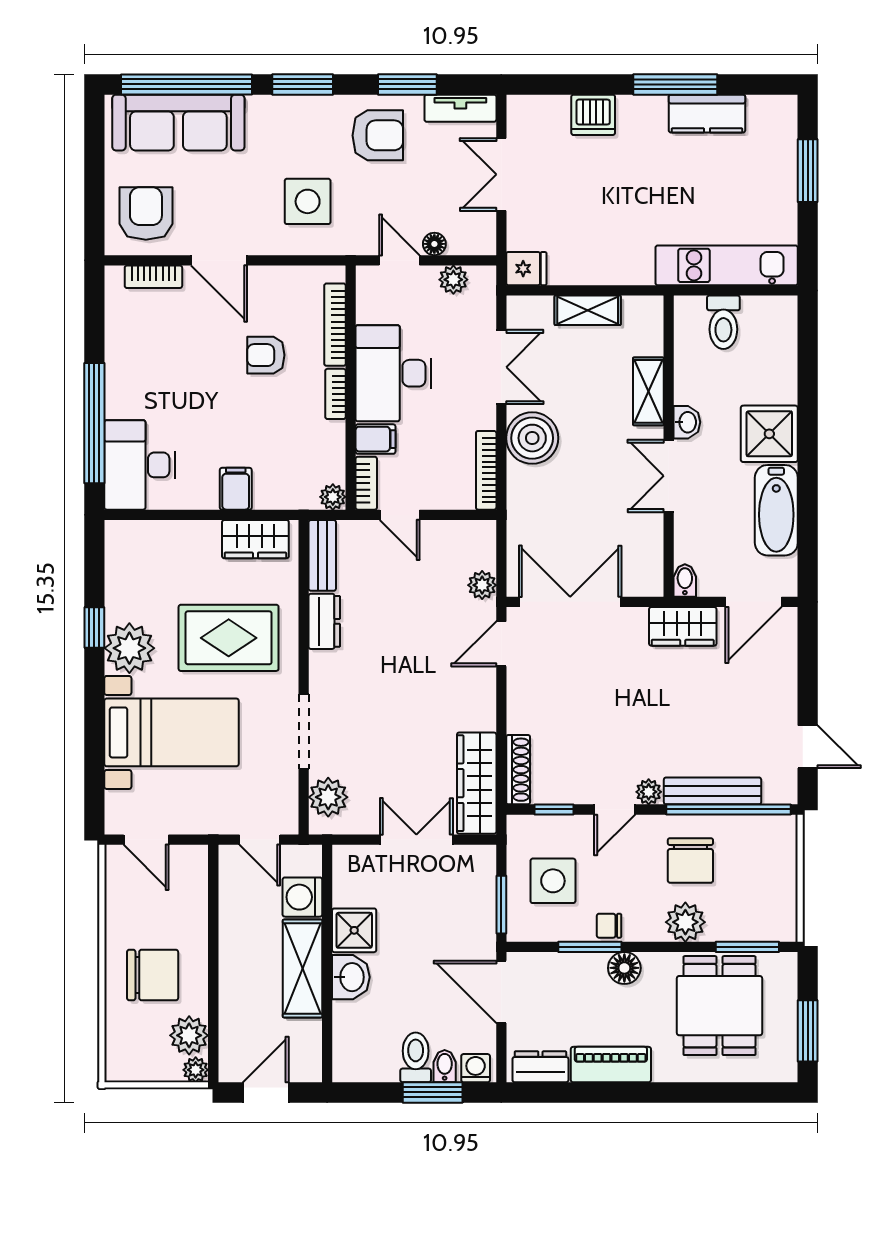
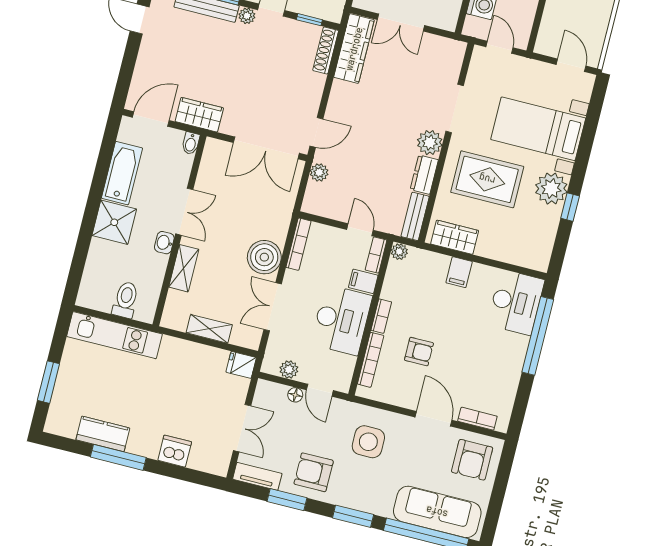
plant: (328, 797) -> (430, 143), moved

